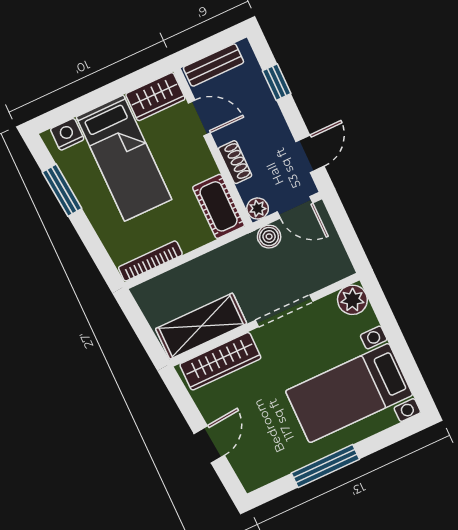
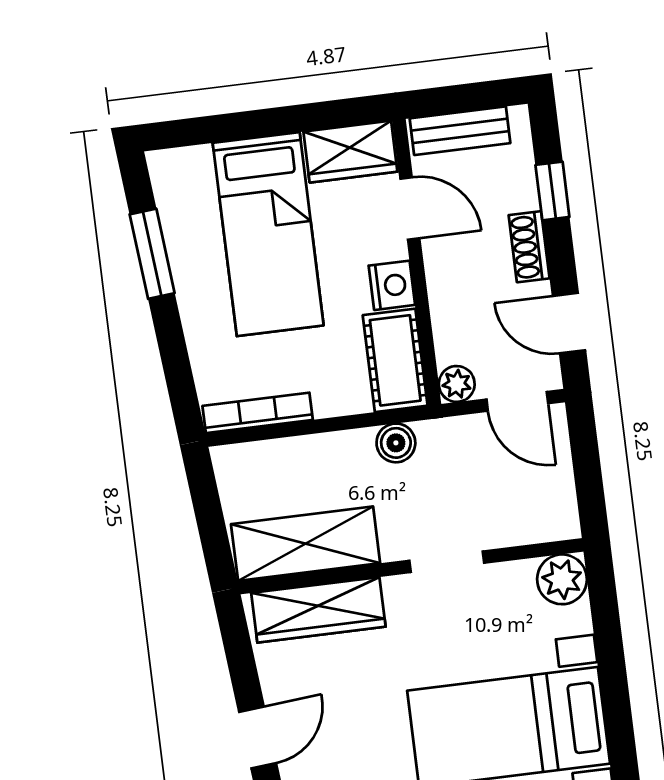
nightstand: (67, 134) -> (392, 285), moved, turned 90
door: (310, 154) -> (569, 323), swing flipped
shoe rack: (235, 162) -> (529, 247), moved, turned 180
boiler: (269, 237) -> (396, 443), moved
doorway: (284, 311) -> (447, 562), width x0.73

